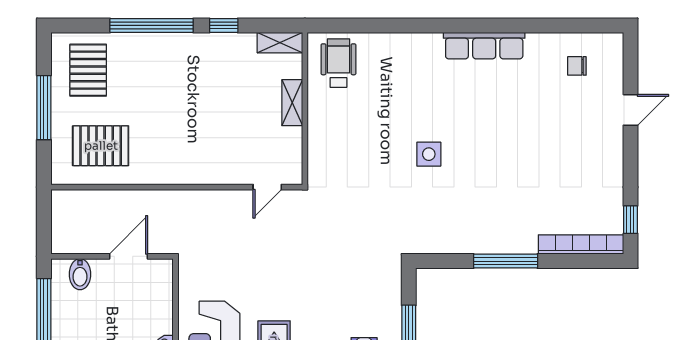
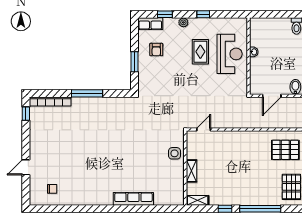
row of seats: (484, 46) -> (133, 199), moved
wheelchair: (338, 63) -> (169, 190), removed
side table: (429, 154) -> (174, 153), moved

